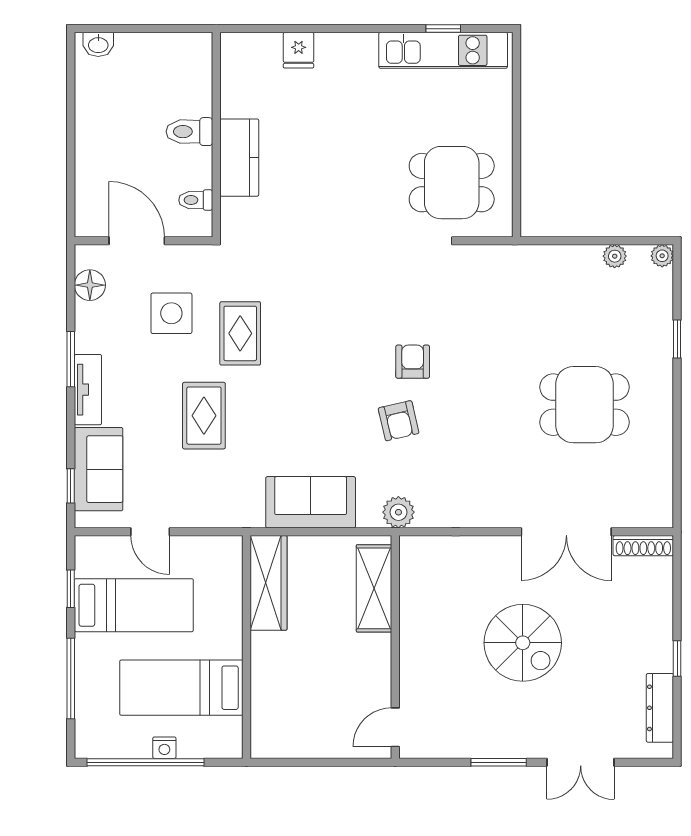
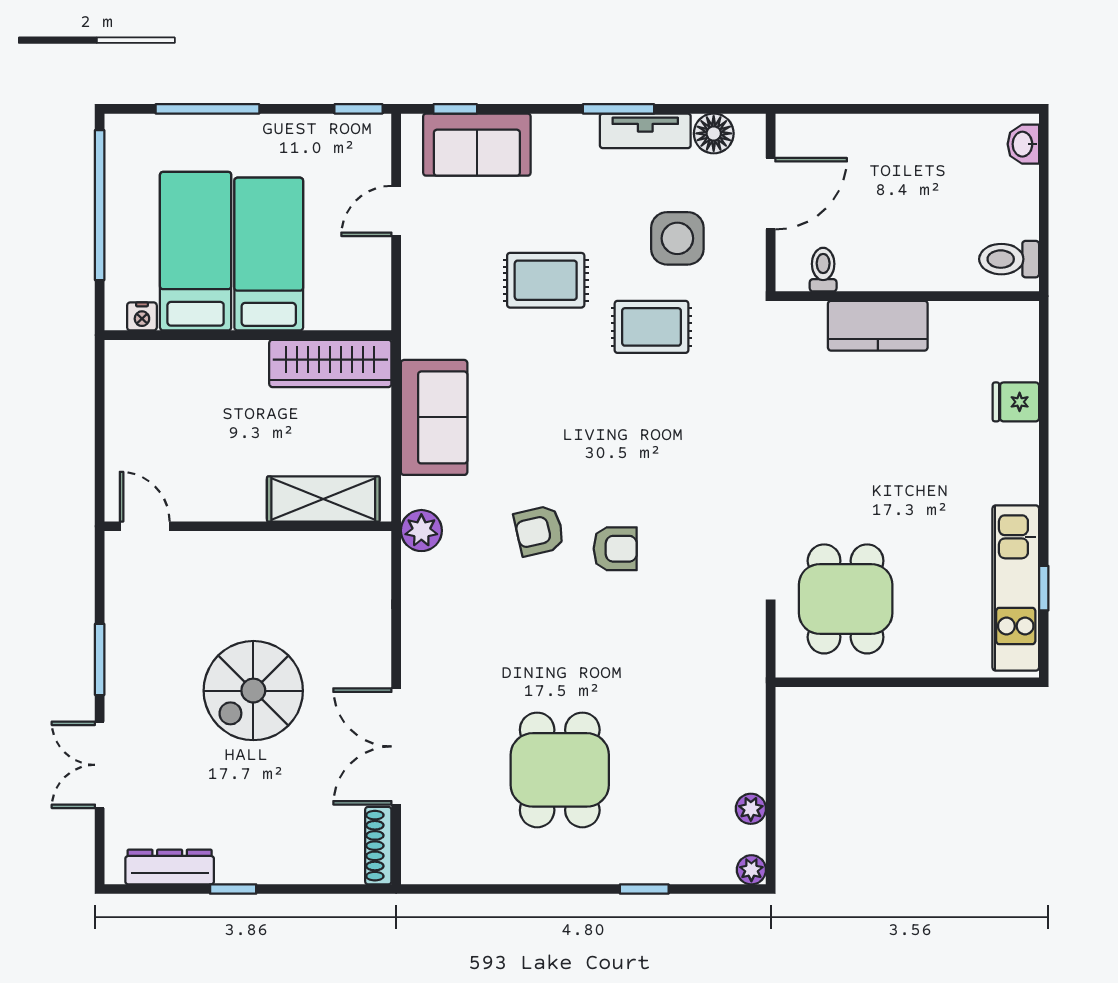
toilet: (189, 132) -> (1009, 259), moved, turned -90
tv unit: (88, 390) -> (645, 131), moved
window: (71, 589) -> (359, 109), moved
bed: (134, 605) -> (269, 254), moved, turned 180
nightstand: (164, 748) -> (142, 316), moved, turned -90

